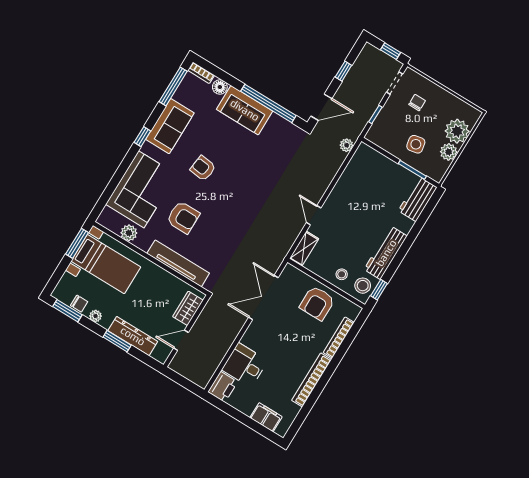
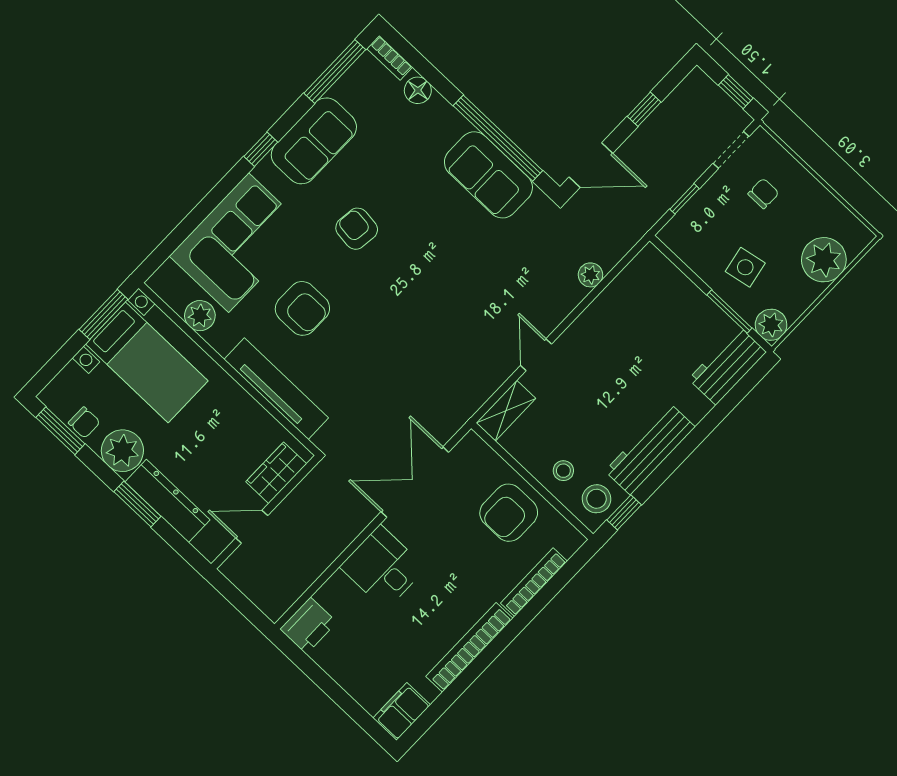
sofa: (245, 110) -> (488, 175), moved
plant: (347, 145) -> (590, 275), moved
plant: (449, 152) -> (771, 325), moved
plant: (95, 316) -> (122, 451), width x1.88, depth x1.88
desk: (245, 365) -> (383, 567), moved
filing cabinet: (266, 417) -> (402, 711), moved, turned -90

